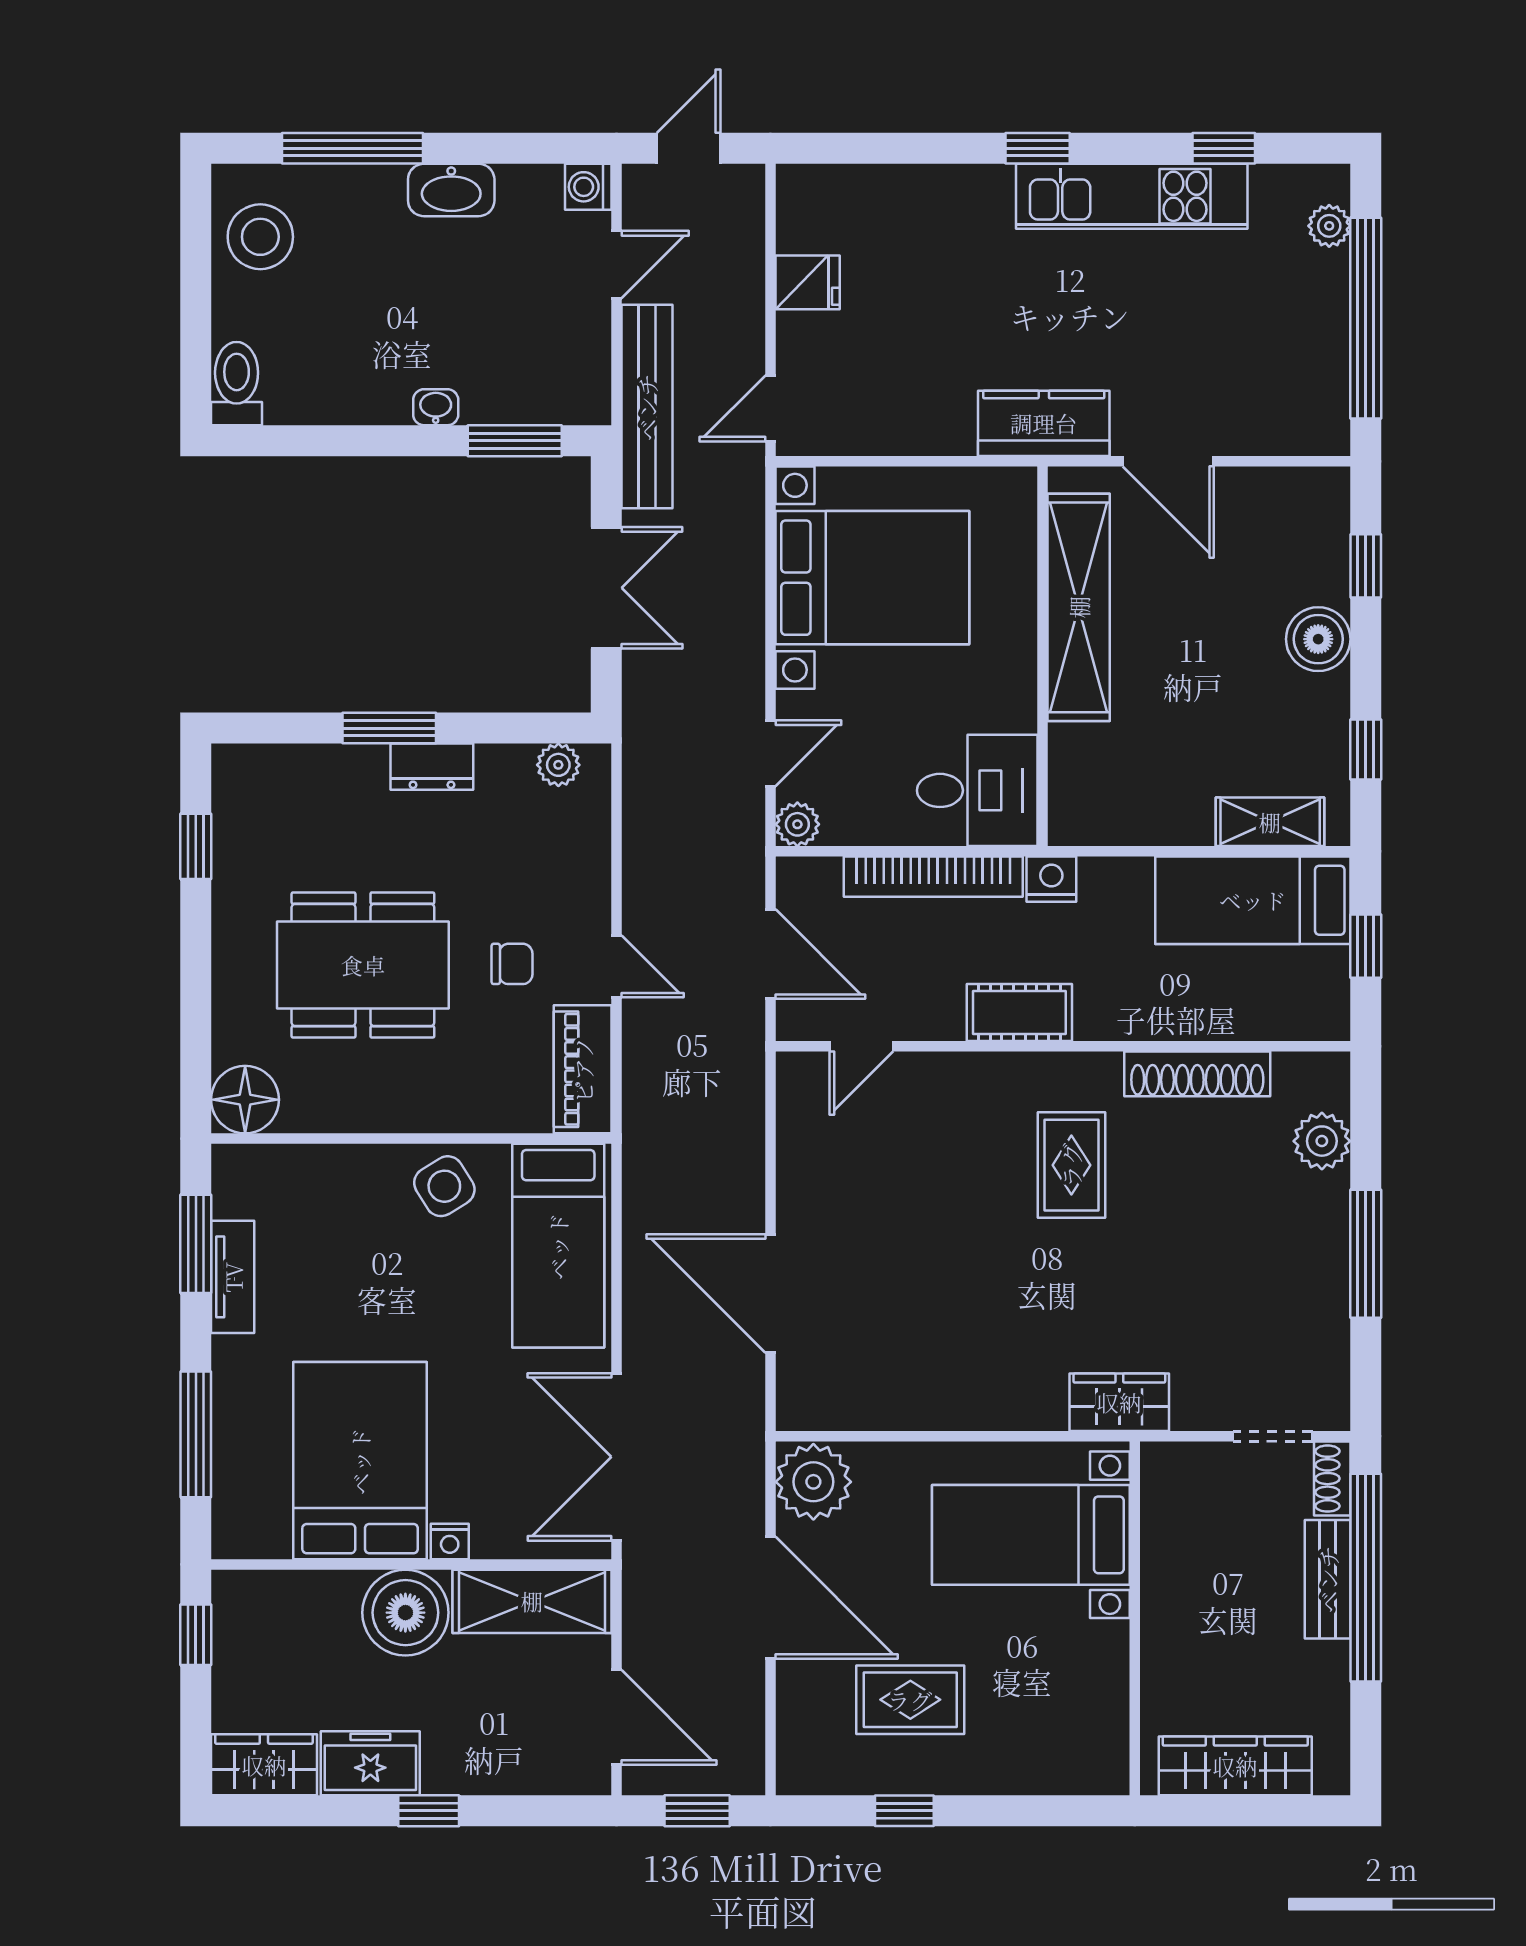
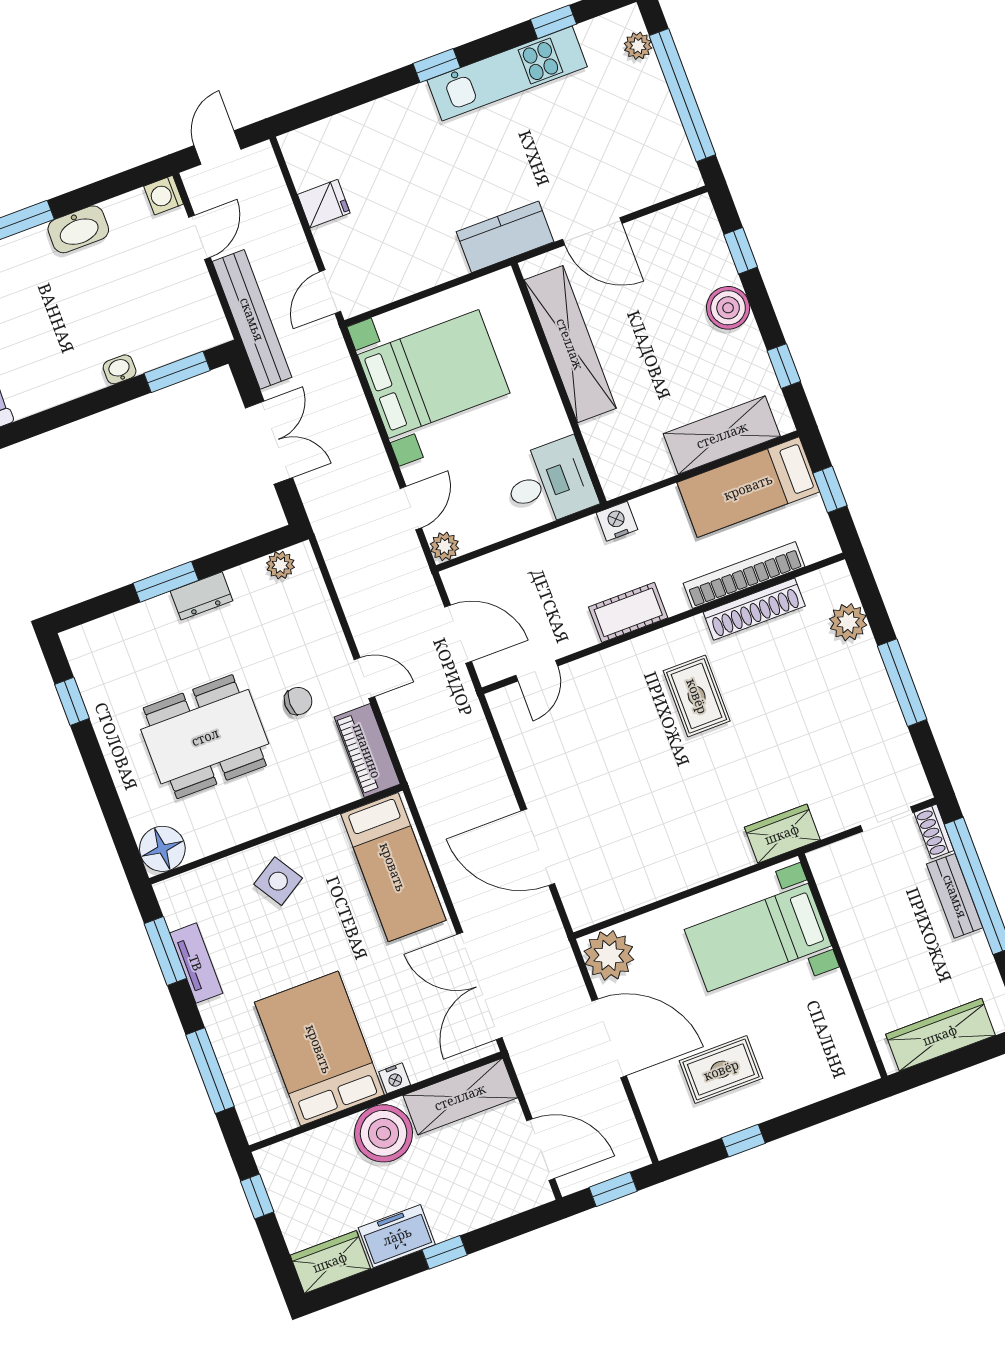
shelving: (1270, 822) -> (722, 435), width x1.50, depth x1.33
bookcase: (933, 877) -> (744, 575), moved, turned 180
side table: (444, 1186) -> (278, 881), moved

